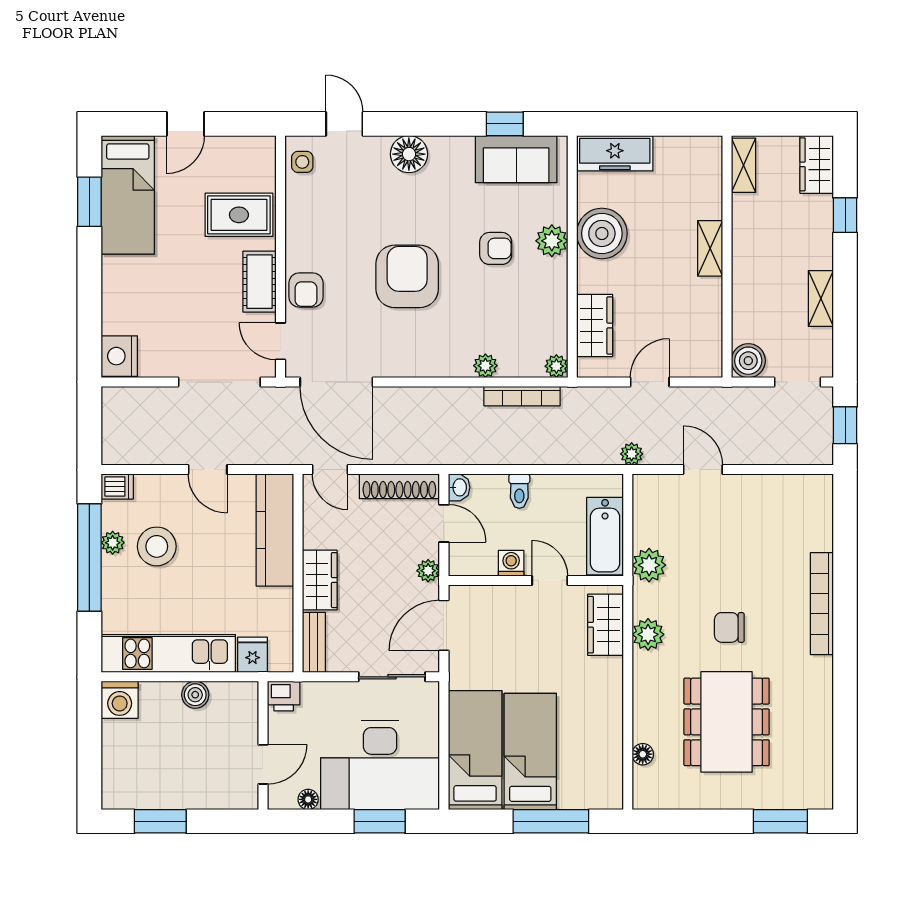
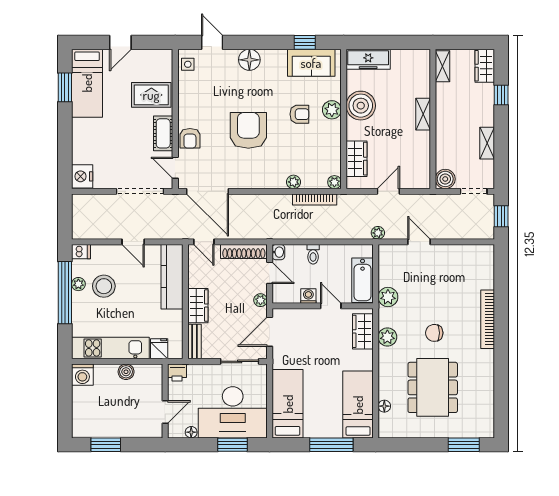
bed: (530, 751) -> (358, 405), moved

